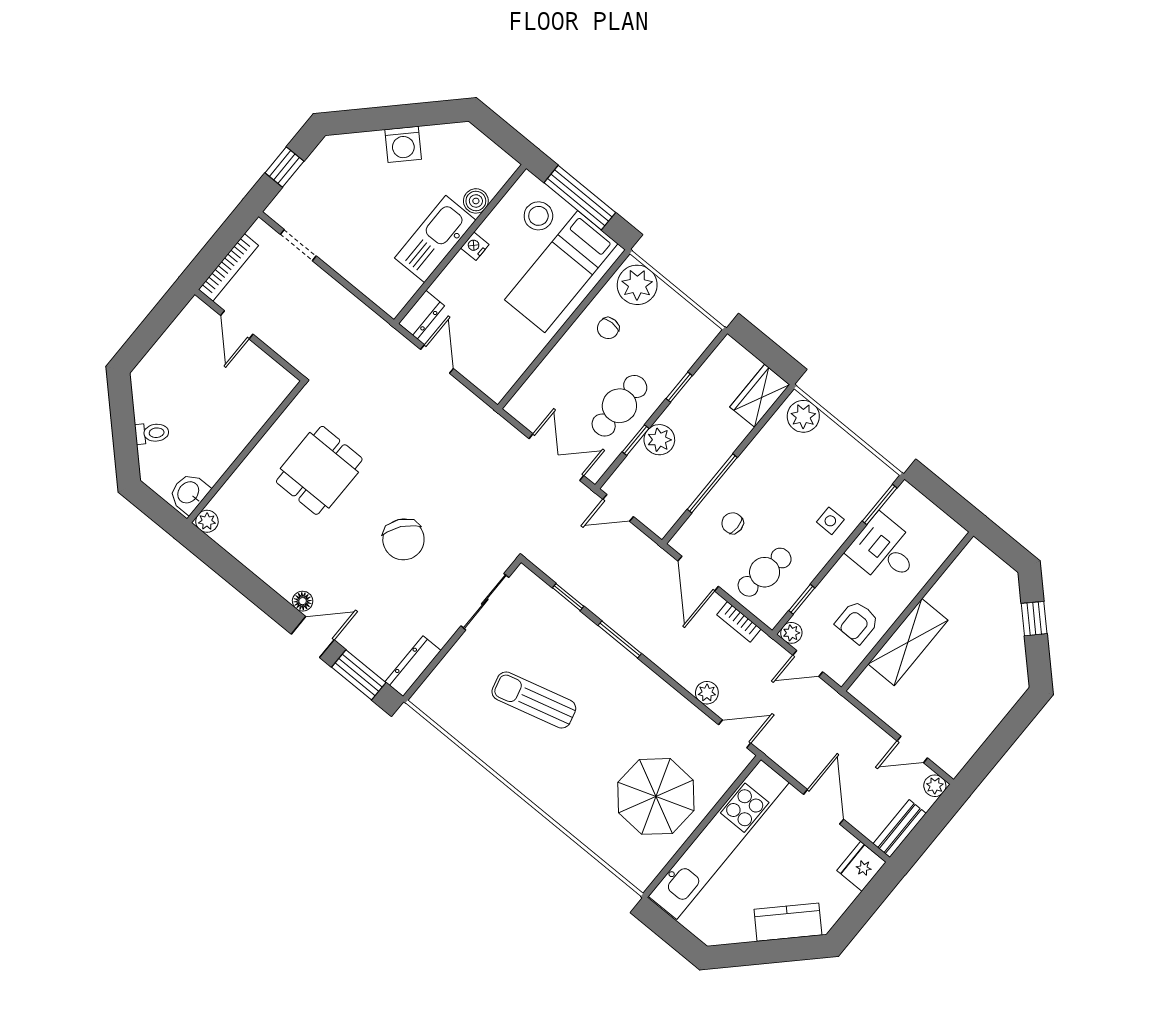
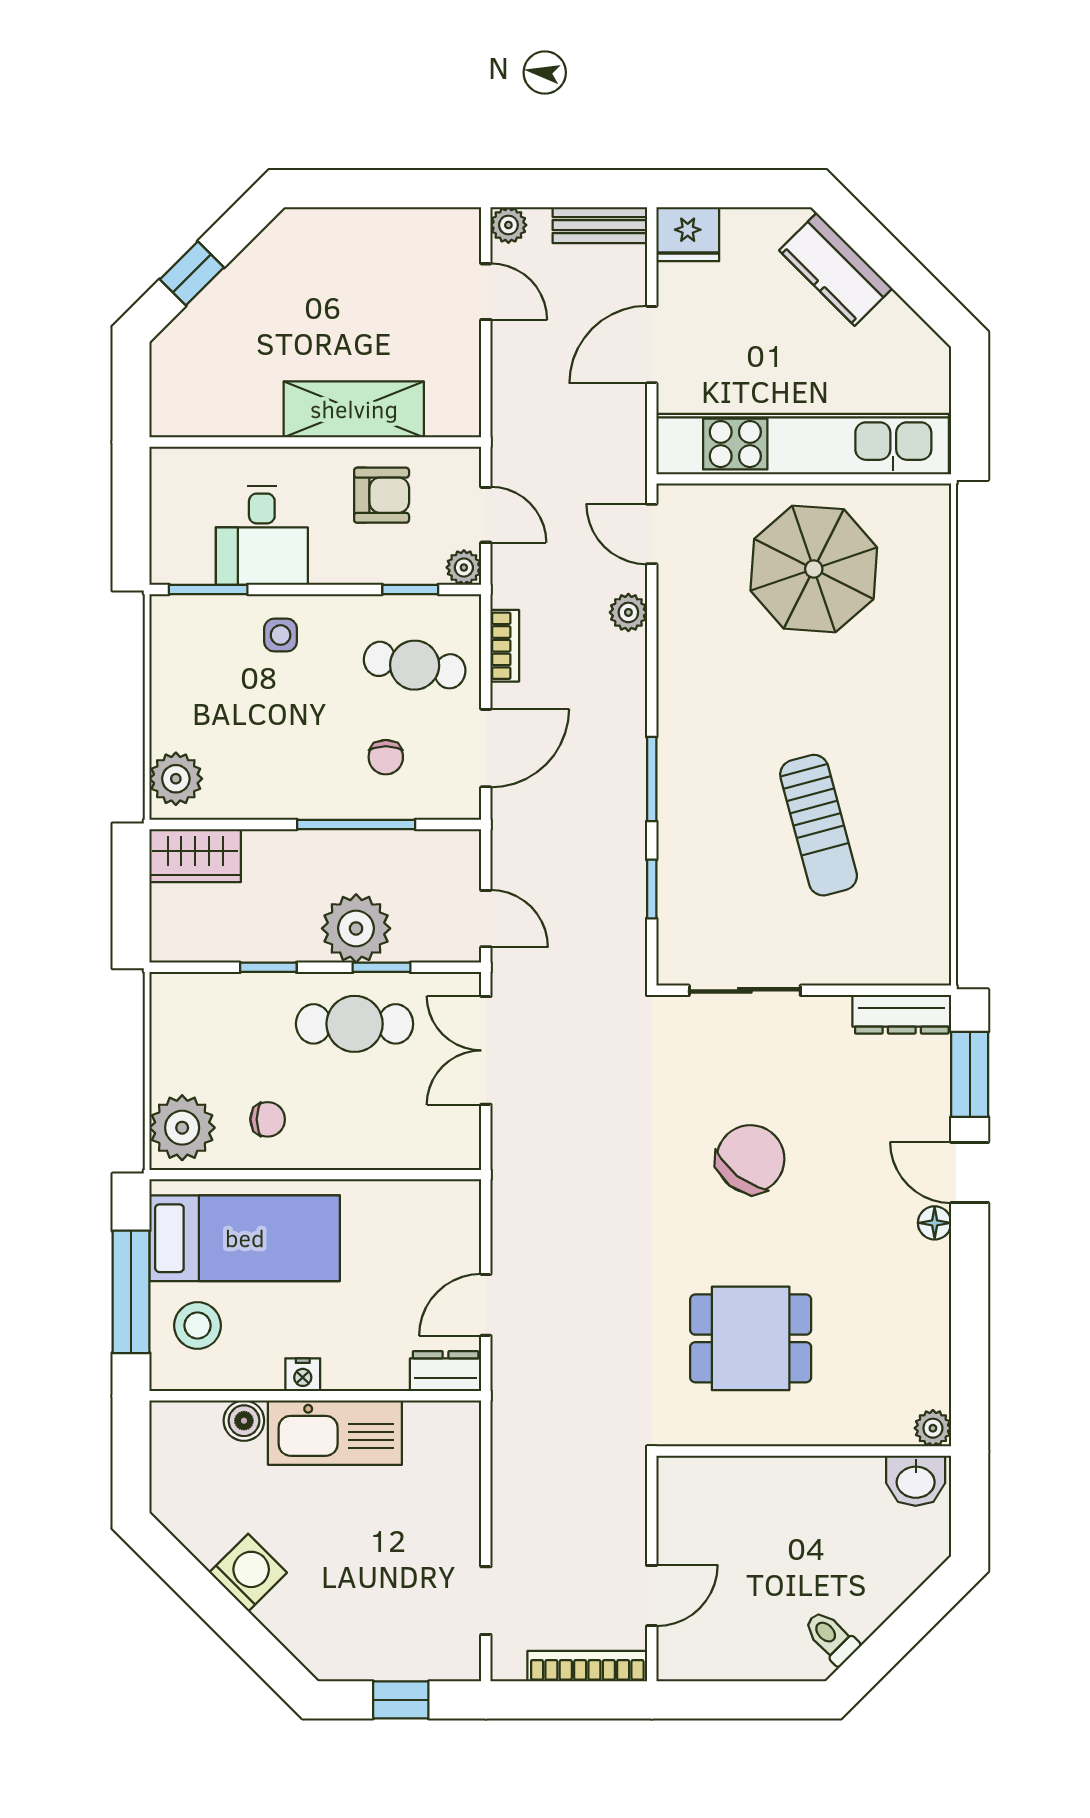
toilet: (152, 433) -> (831, 1637), moved
plant: (659, 440) -> (356, 928), width x1.36, depth x1.36

